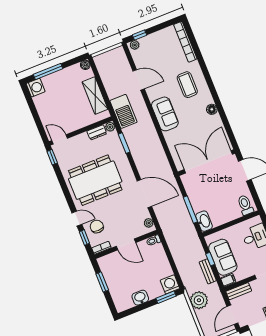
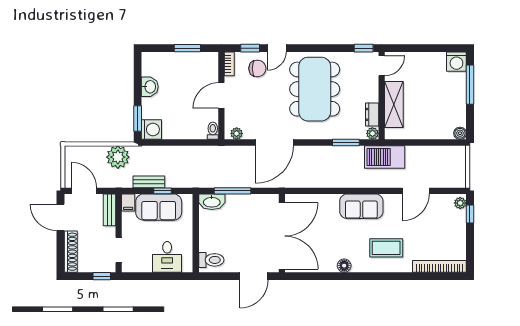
shelving: (95, 96) -> (394, 104), moved, turned 90

